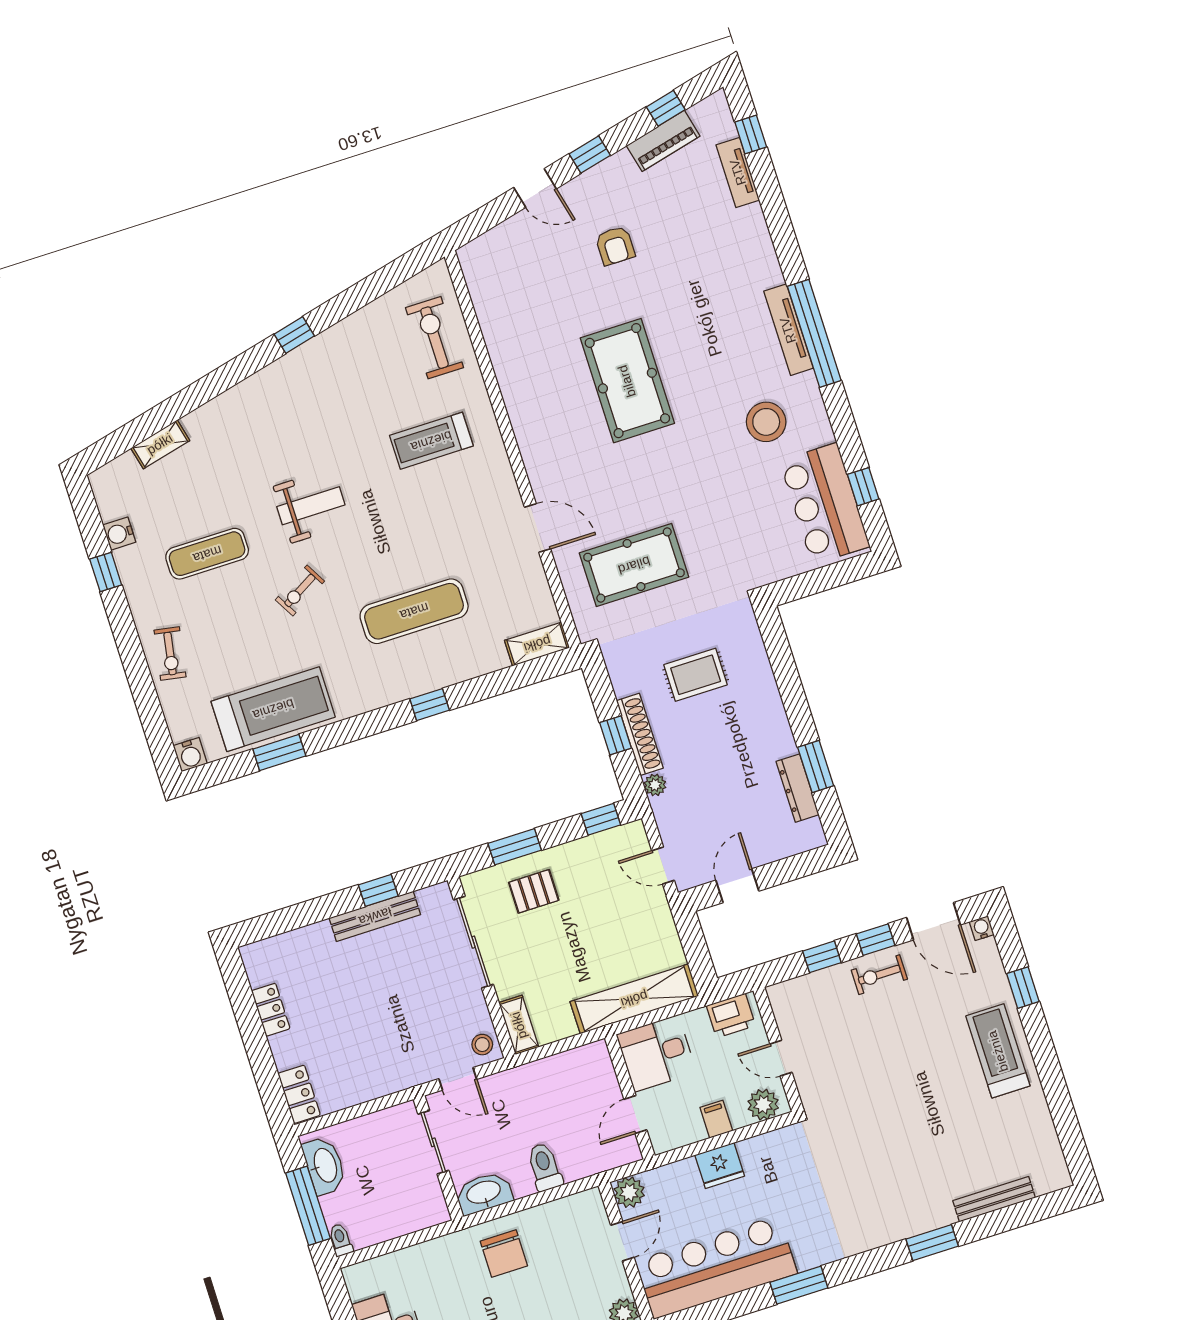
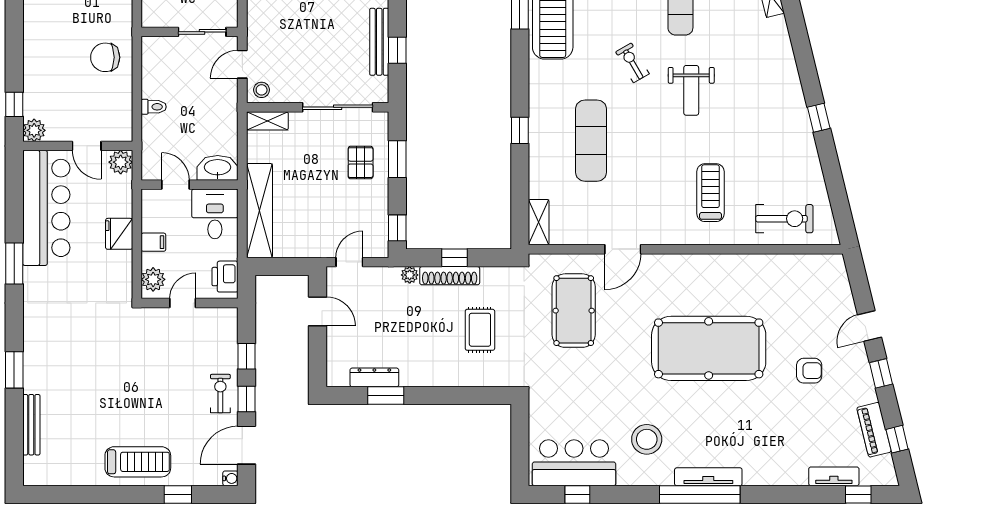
armchair: (615, 246) -> (809, 371), turned 180
pool table: (627, 381) -> (709, 348), width x1.36, depth x1.32
toilet: (545, 1167) -> (154, 107), width x0.73, depth x0.72
washbasin: (484, 1193) -> (218, 168), moved, turned -90

